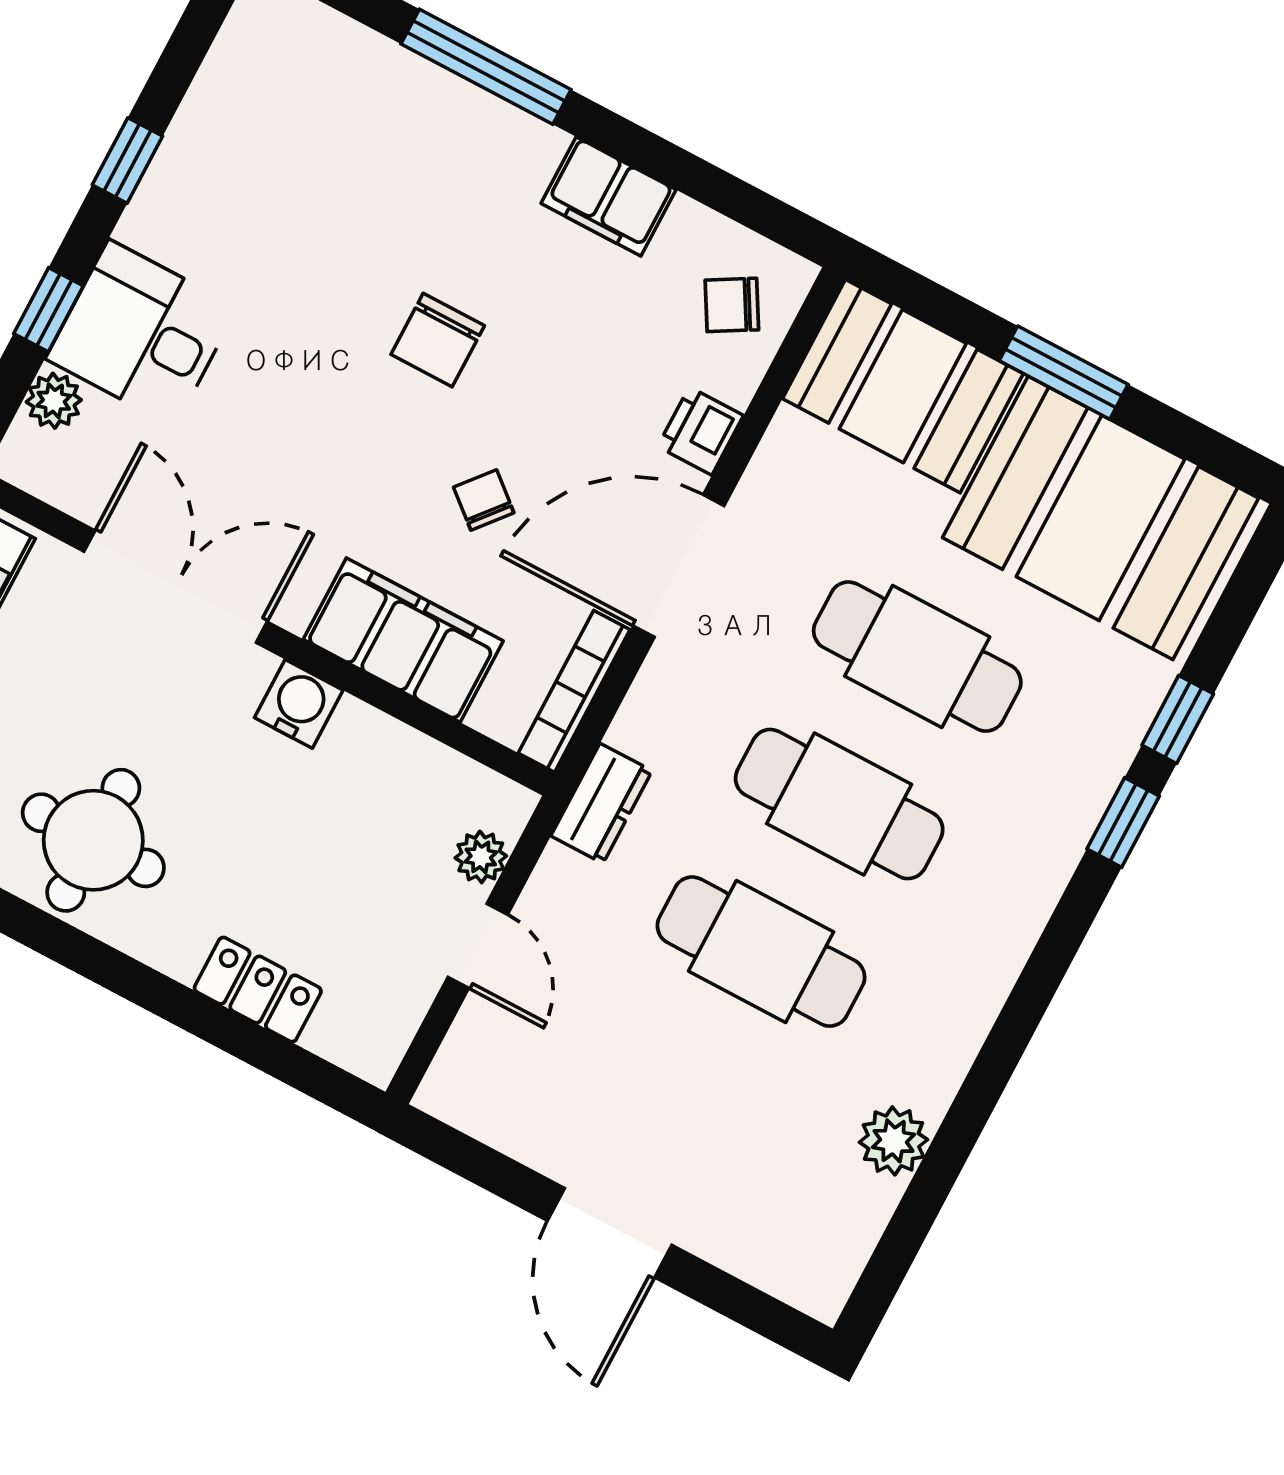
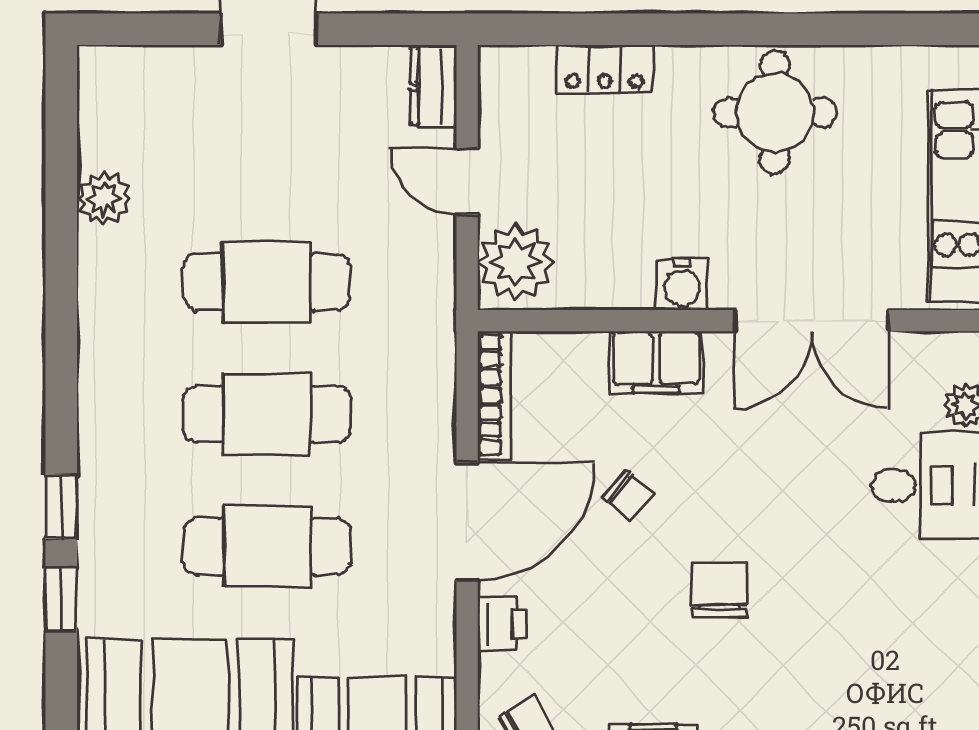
filing cabinet: (403, 640) -> (656, 362), width x0.67, depth x0.86
dresser: (601, 803) -> (433, 86), moved
plant: (481, 857) -> (516, 262), width x1.87, depth x1.87

